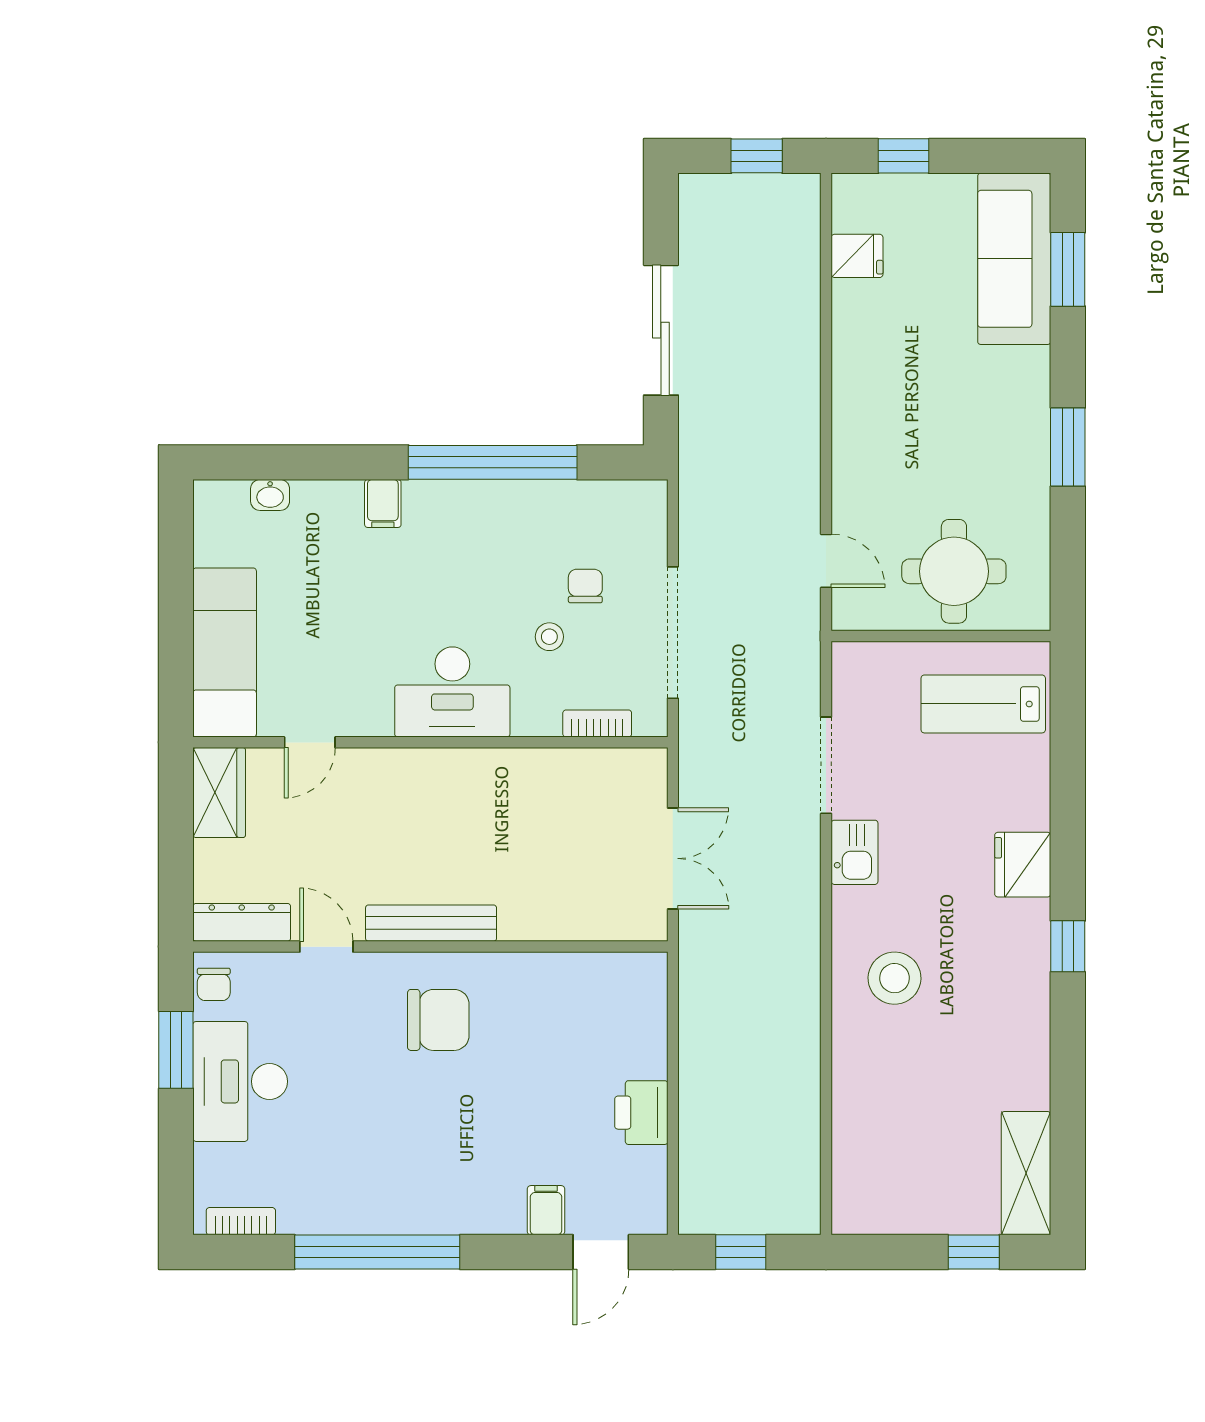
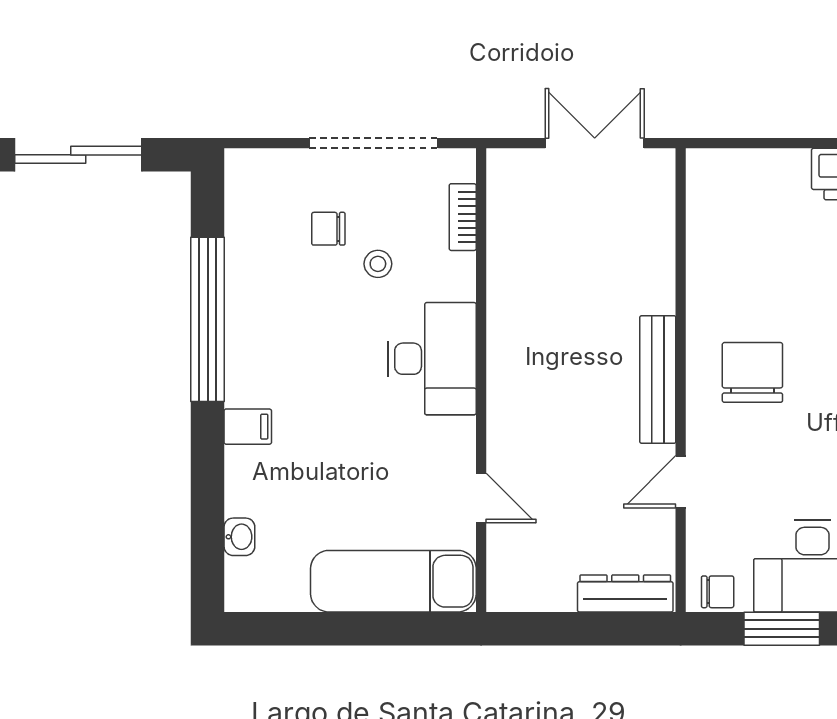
wardrobe: (219, 793) -> (530, 587), removed
dresser: (242, 922) -> (625, 594), moved, turned 90

